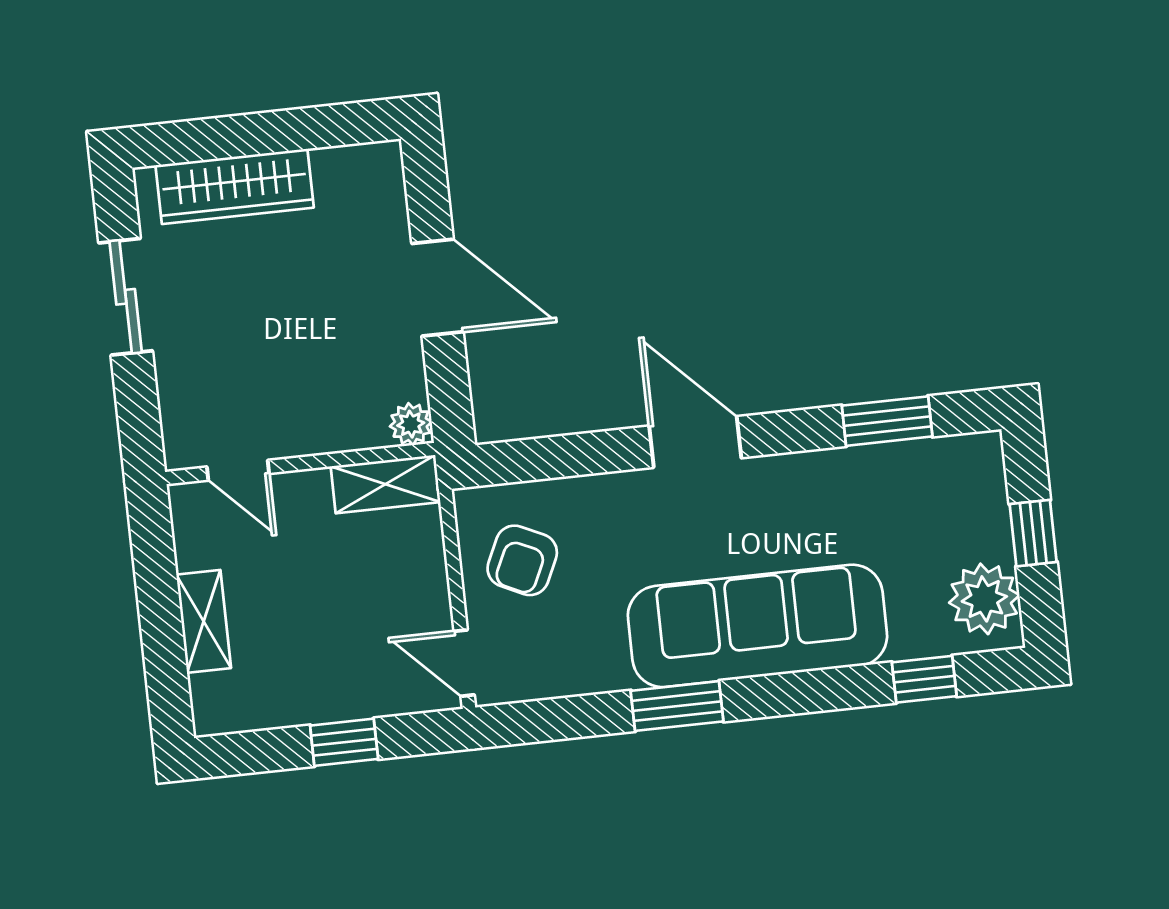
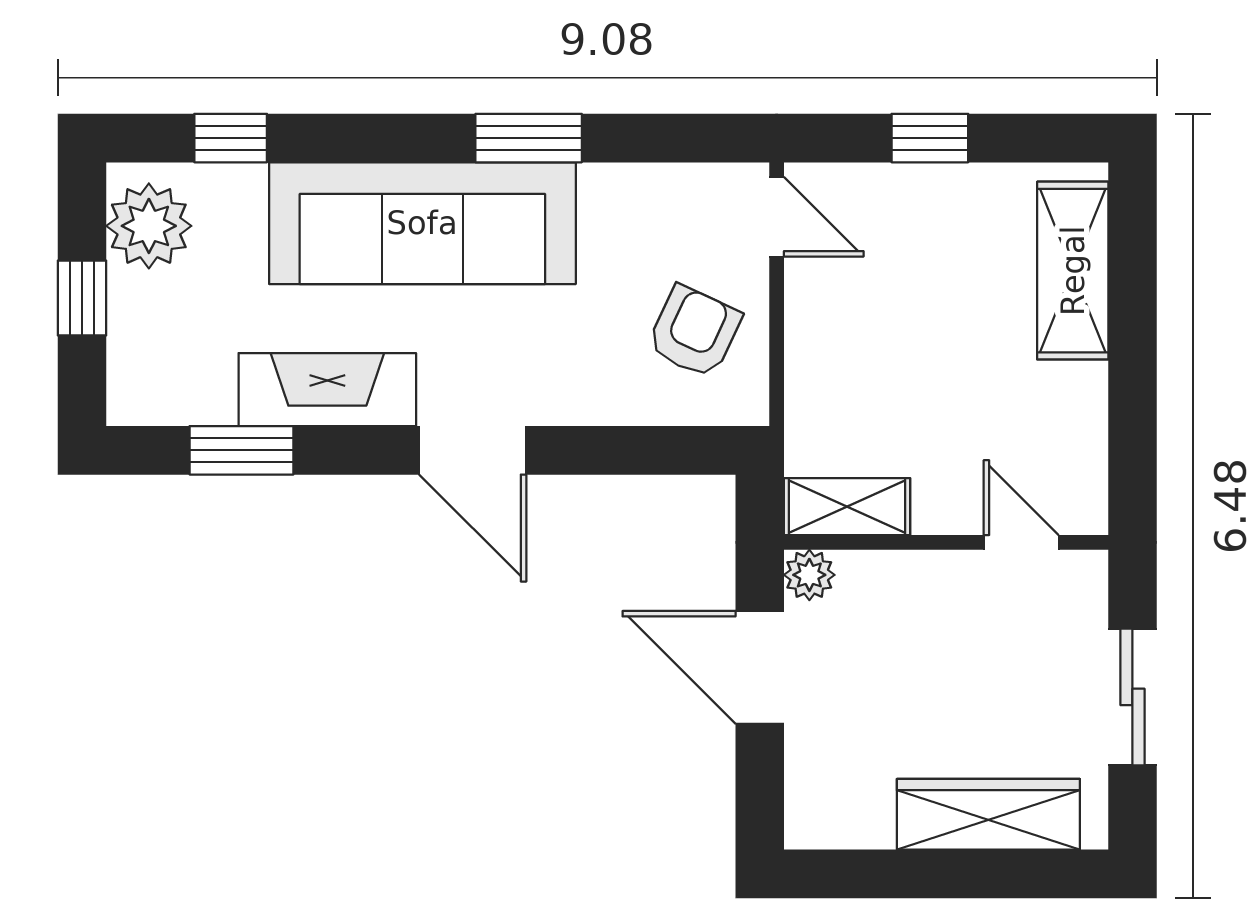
plant: (411, 424) -> (809, 575), moved
wall: (300, 464) -> (946, 542), moved
door: (238, 470) -> (1021, 542), moved
fireplace: (821, 479) -> (327, 390), added
shelving: (386, 484) -> (847, 507), moved
shelving: (204, 621) -> (1073, 271), width x1.50, depth x1.33

